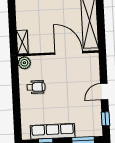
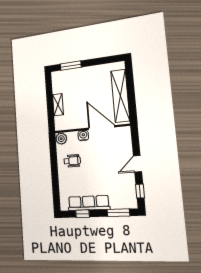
shelving: (22, 42) -> (58, 105), moved
water cooler: (49, 60) -> (83, 136), added

